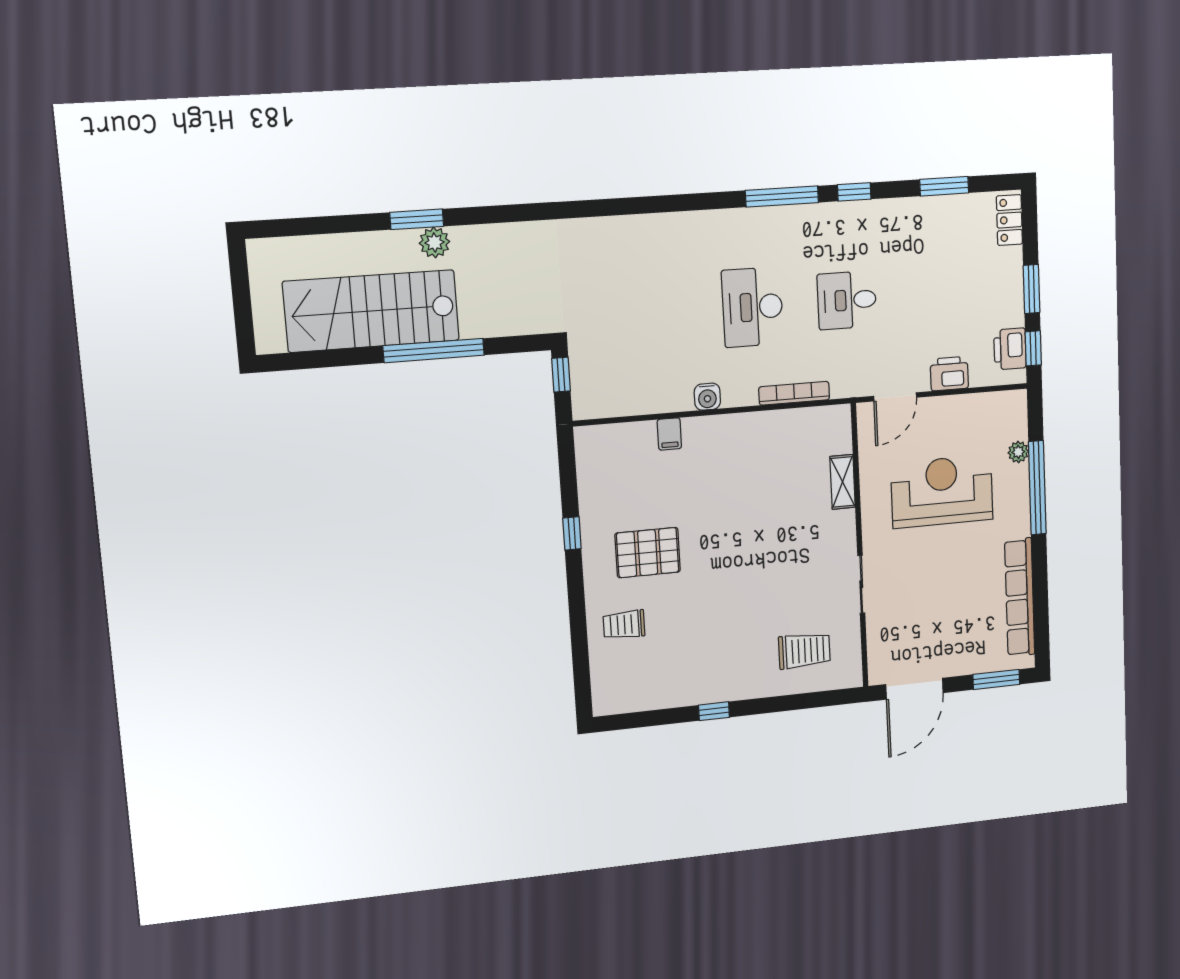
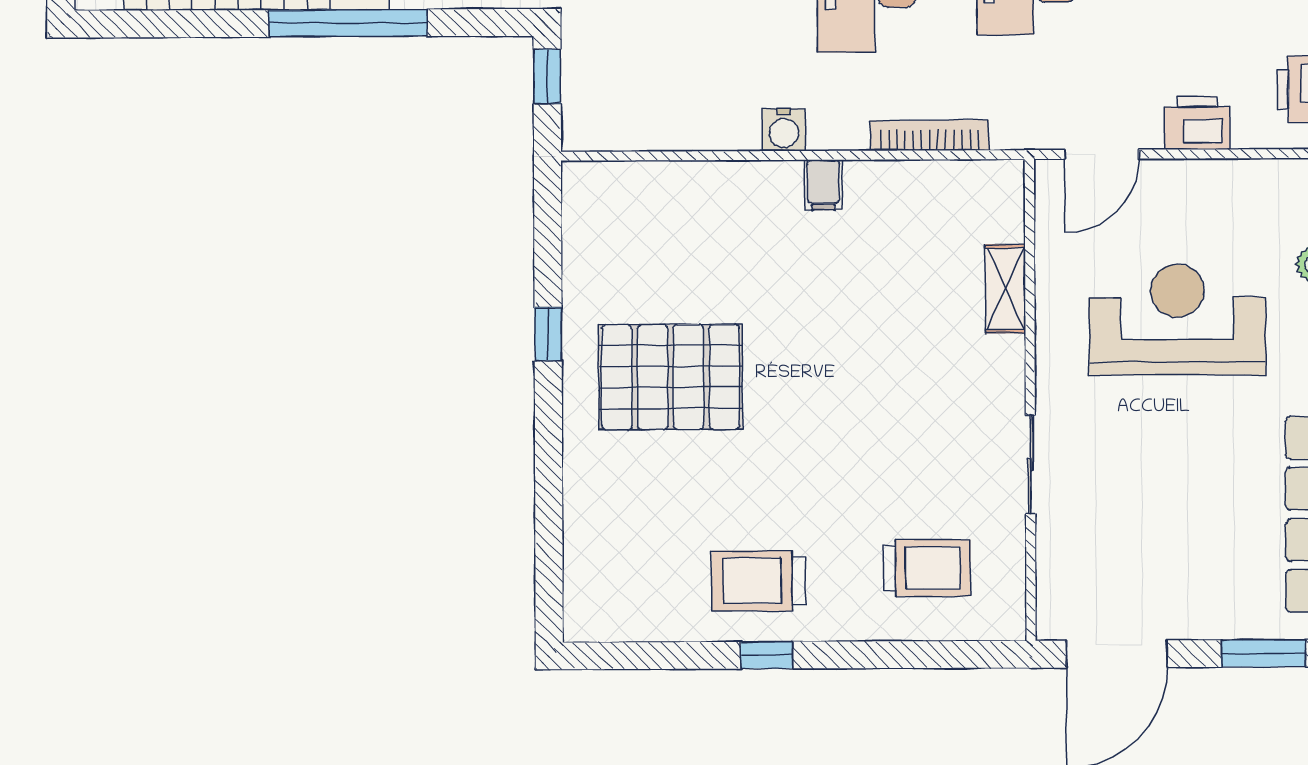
filing cabinet: (669, 434) -> (823, 185), moved
pallet: (648, 553) -> (671, 377), width x1.37, depth x1.41
trolley: (624, 625) -> (759, 581), moved, width x1.36, depth x1.39

